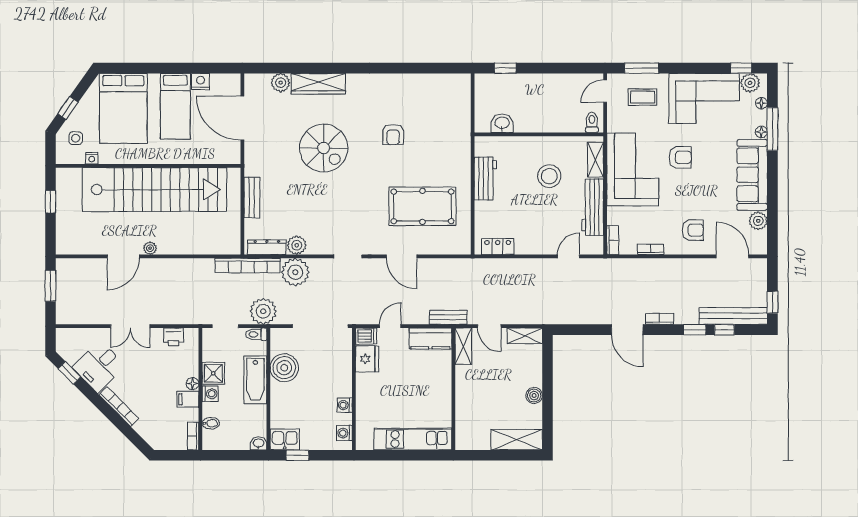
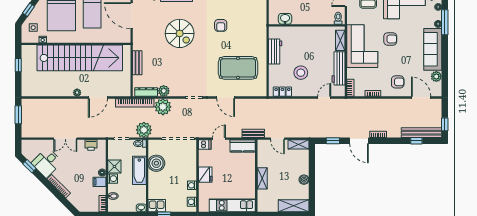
stool: (549, 176) -> (301, 73), moved
door: (123, 256) -> (98, 97), moved
window: (695, 330) -> (333, 141), moved
shelving: (463, 346) -> (262, 178), moved
fridge: (367, 359) -> (205, 175), moved

